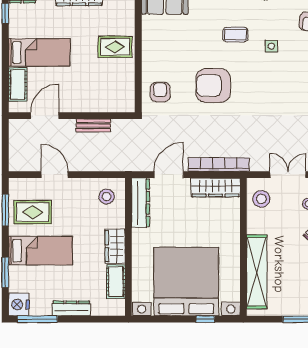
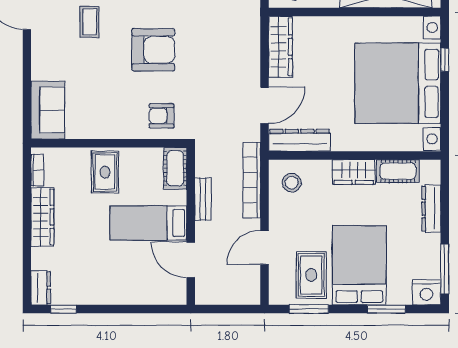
bed: (39, 52) -> (148, 223), moved, turned -90
cot: (18, 84) -> (175, 168), moved, turned 90
armchair: (213, 86) -> (153, 50), turned -90
bookcase: (219, 165) -> (252, 180), moved
door: (169, 175) -> (264, 105), swing flipped
bed: (40, 251) -> (359, 265), width x1.50
dresser: (71, 308) -> (431, 209), moved

